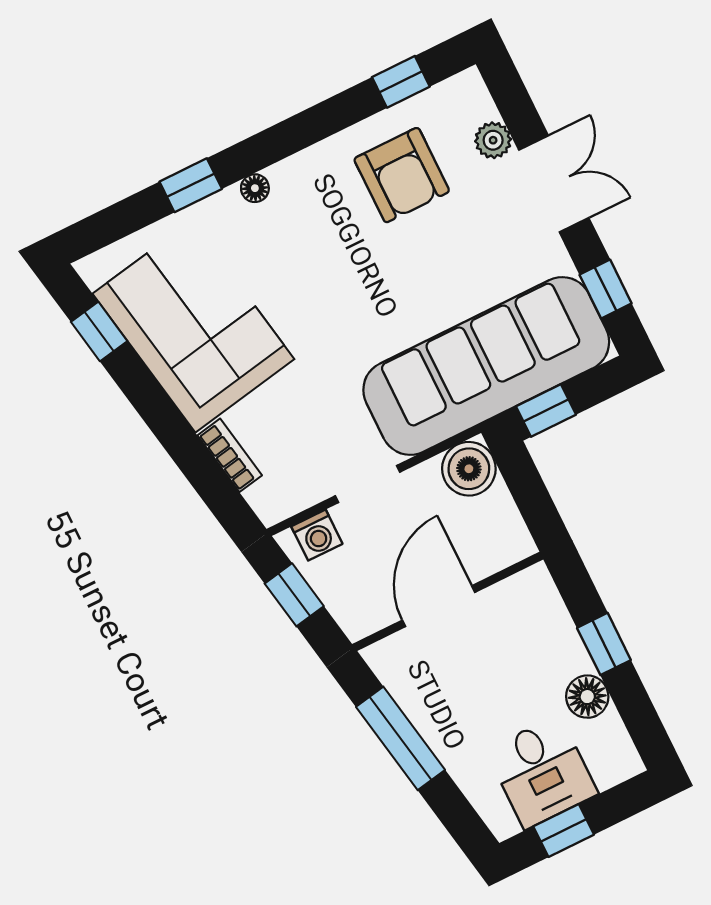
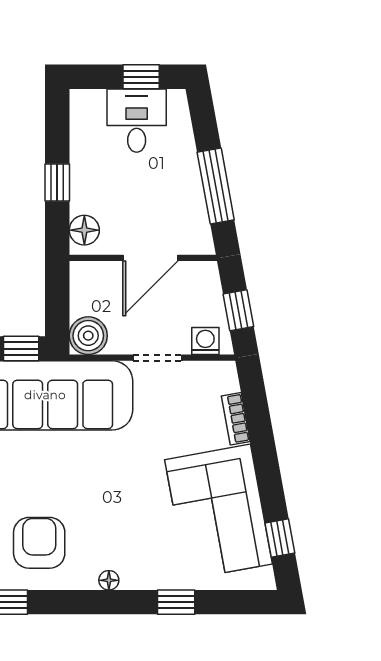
floor lamp: (255, 188) -> (109, 580), moved
floor lamp: (587, 697) -> (84, 230), moved

